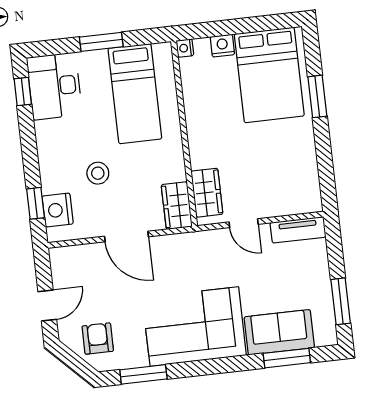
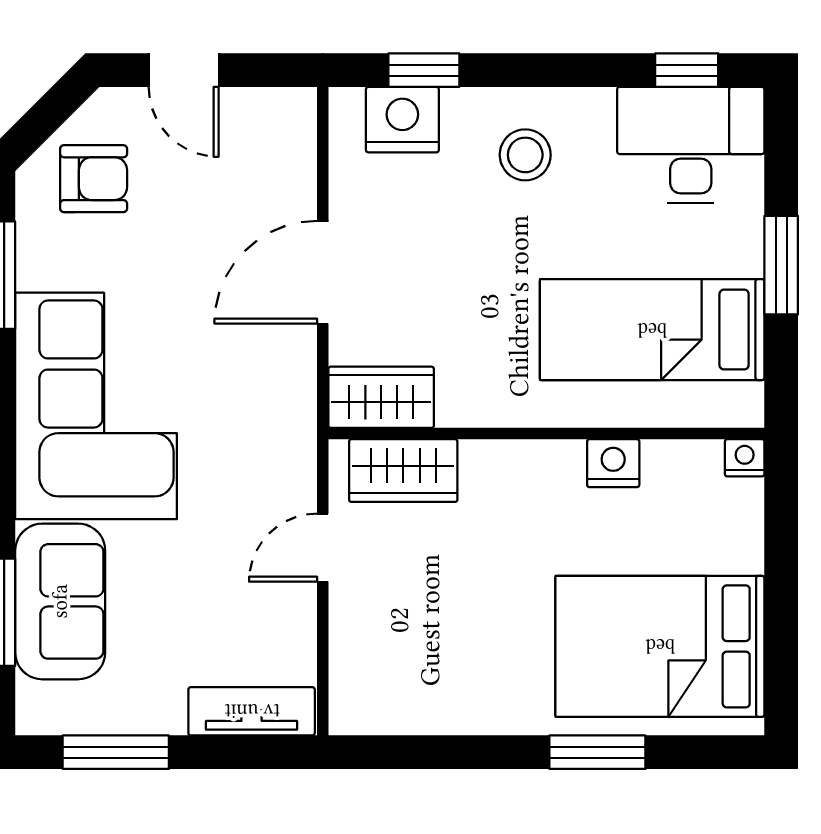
nightstand: (222, 46) -> (613, 463), moved, turned -90
stool: (98, 173) -> (525, 155), moved
tv unit: (298, 230) -> (252, 711), moved, turned 90

